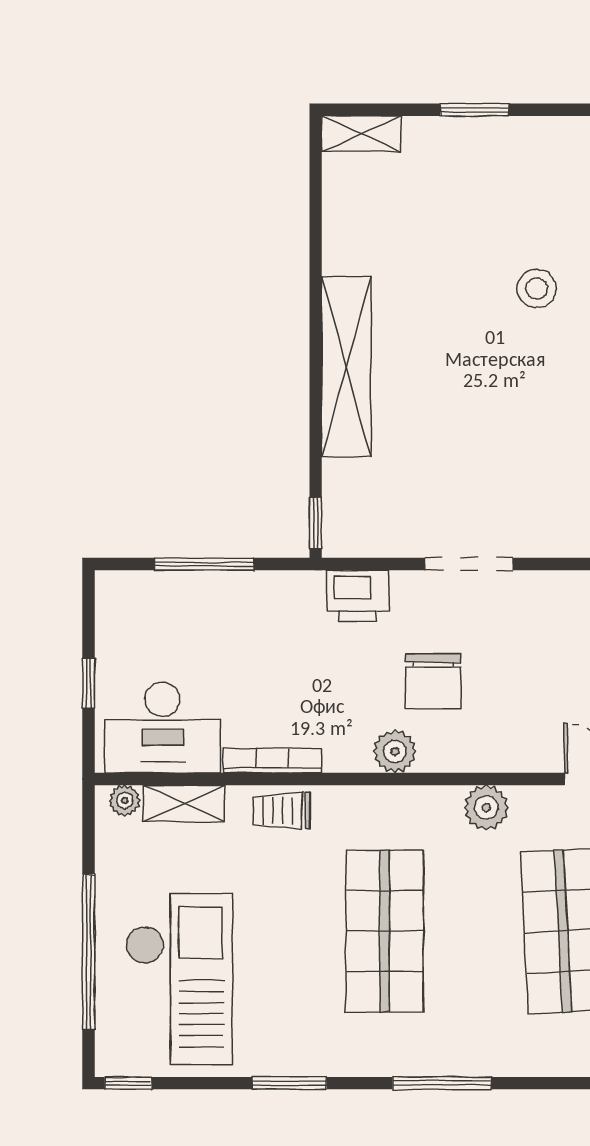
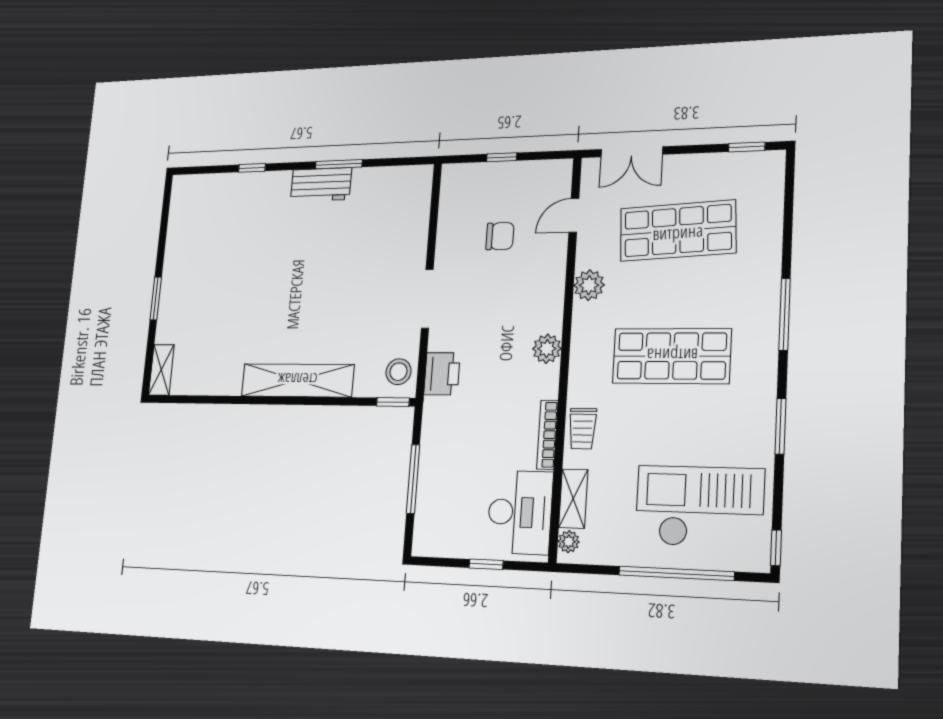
stool: (537, 289) -> (398, 372), moved
chair: (433, 681) -> (500, 236), moved, width x0.73, depth x0.73

